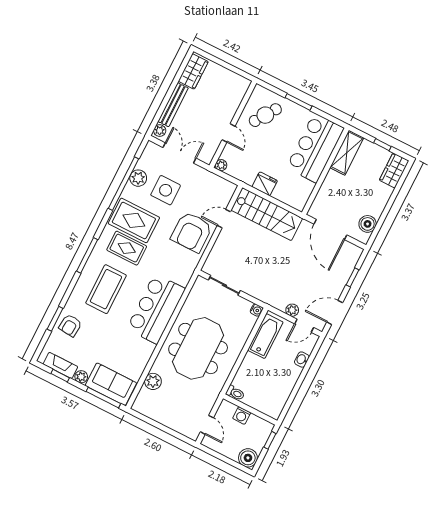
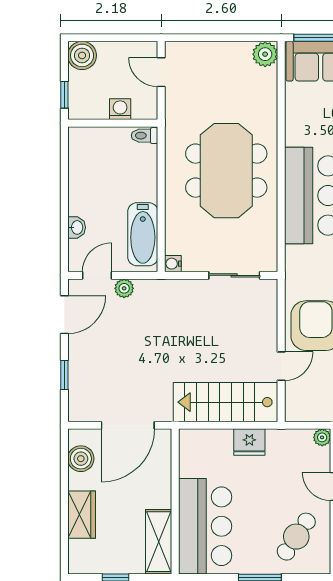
wardrobe: (394, 170) -> (82, 515), moved
door: (330, 229) -> (128, 425), swing flipped
plant: (153, 381) -> (265, 54), moved

